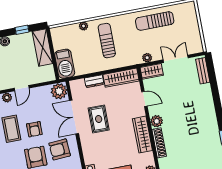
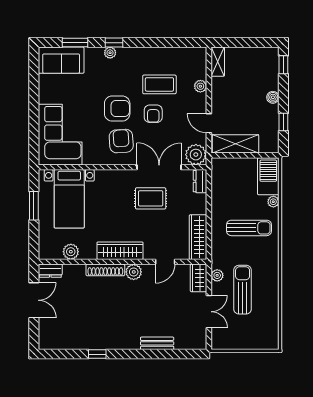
sun lounger: (155, 21) -> (243, 290), moved
shelving: (42, 48) -> (235, 144), moved
barbecue: (65, 64) -> (268, 176), moved, turned 90
bench: (203, 71) -> (157, 343), moved
dresser: (94, 81) -> (200, 181), moved
door: (22, 88) -> (209, 123), moved
armchair: (34, 129) -> (153, 114), turned -90

